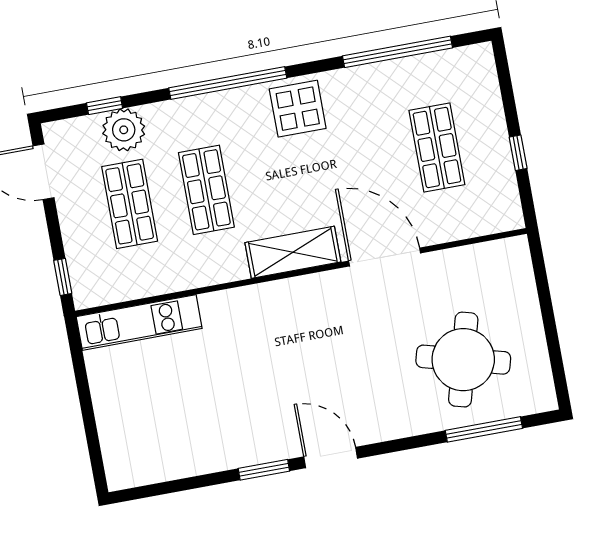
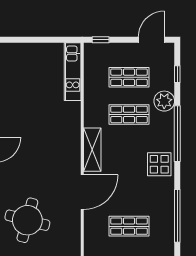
plant: (124, 130) -> (164, 101), moved

